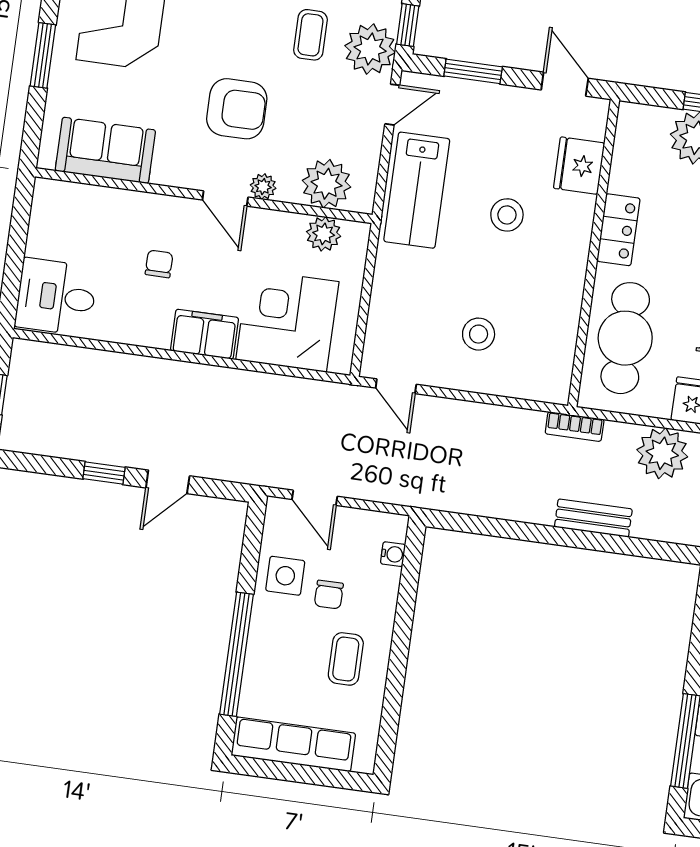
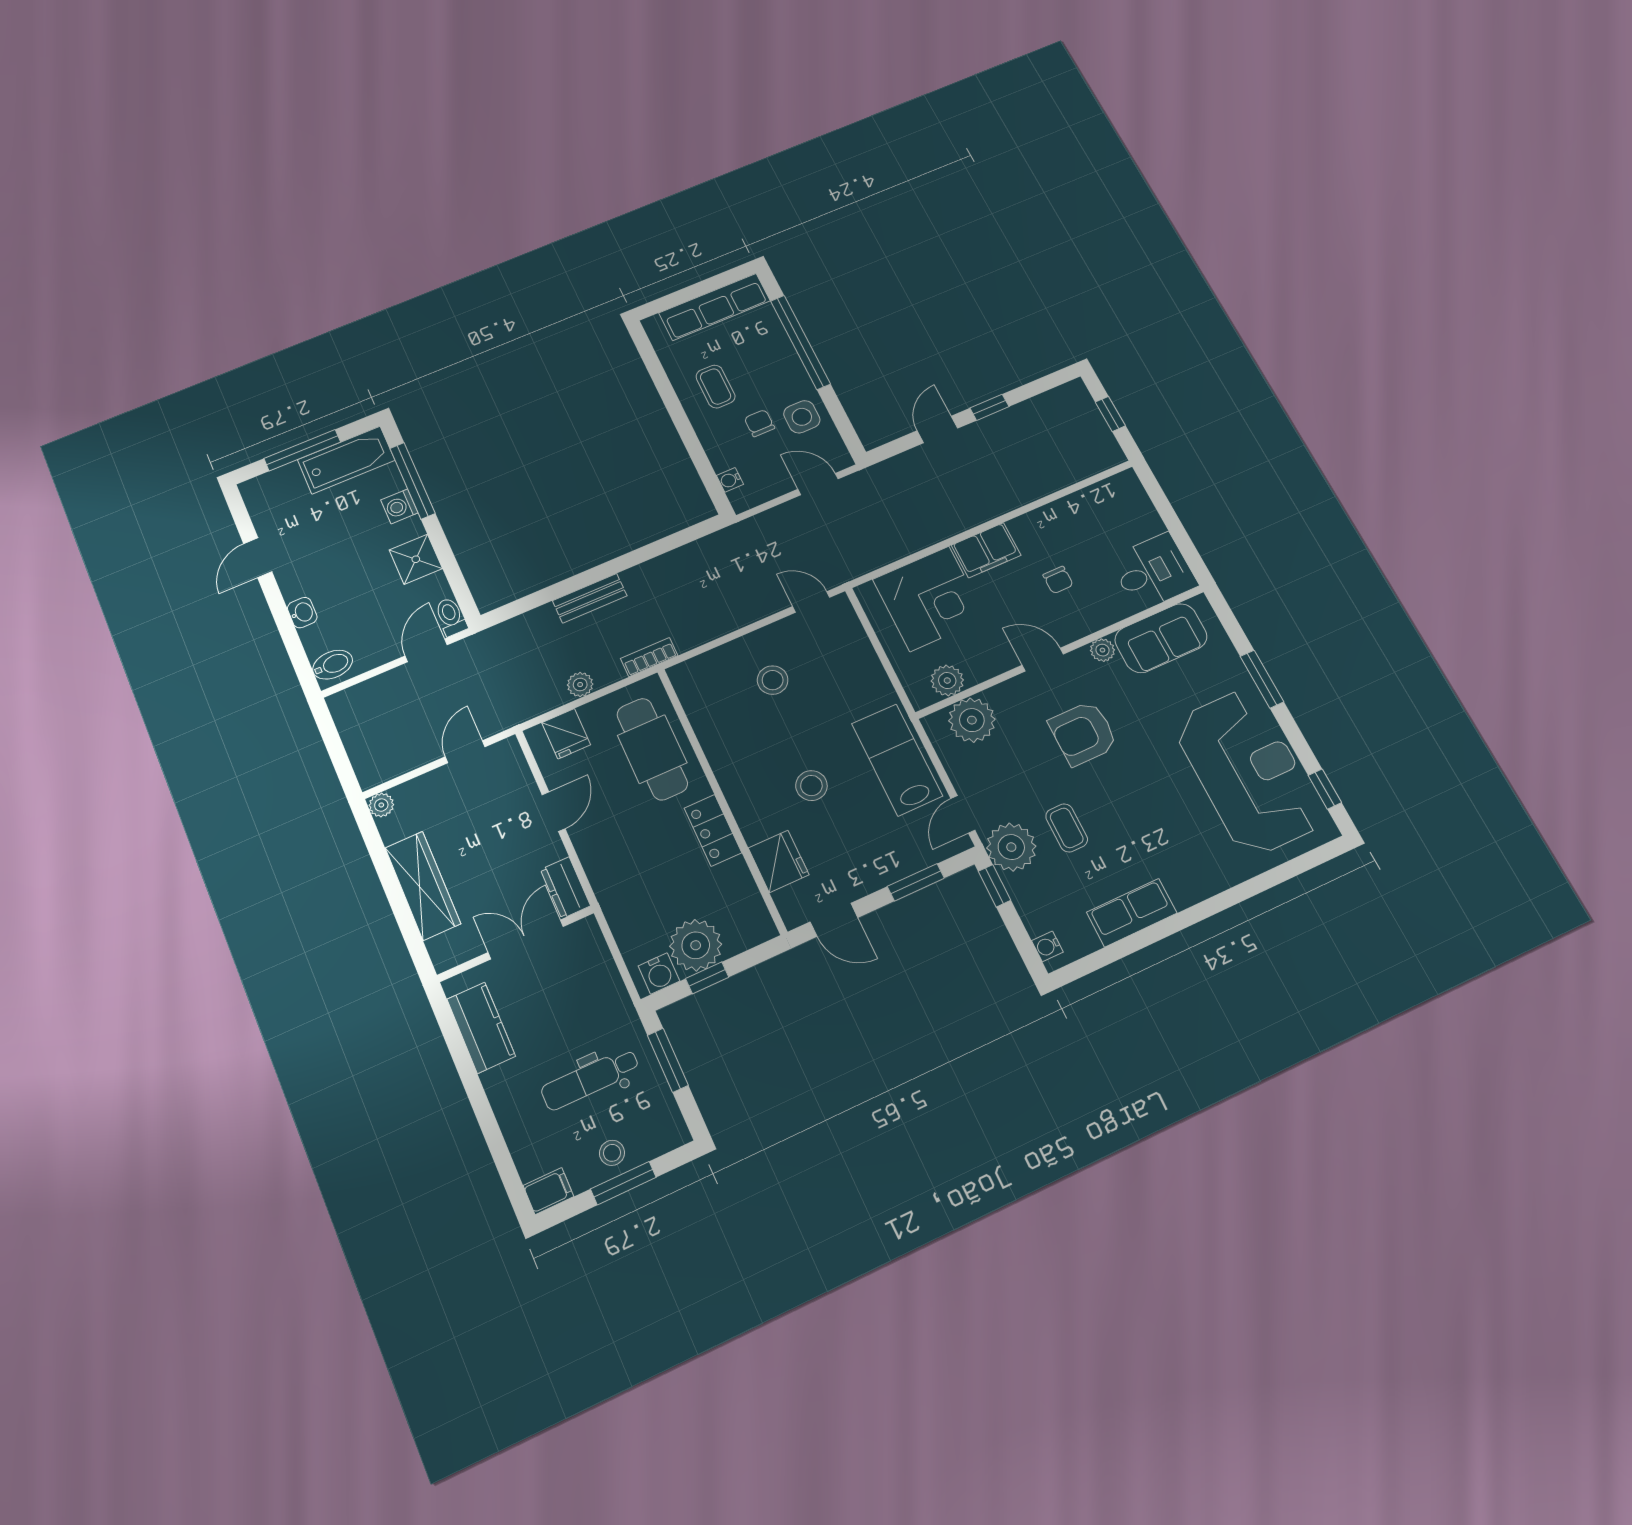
plant: (263, 187) -> (1102, 650), moved
desk: (56, 297) -> (1153, 572), moved
plant: (662, 453) -> (580, 685), width x0.53, depth x0.53

